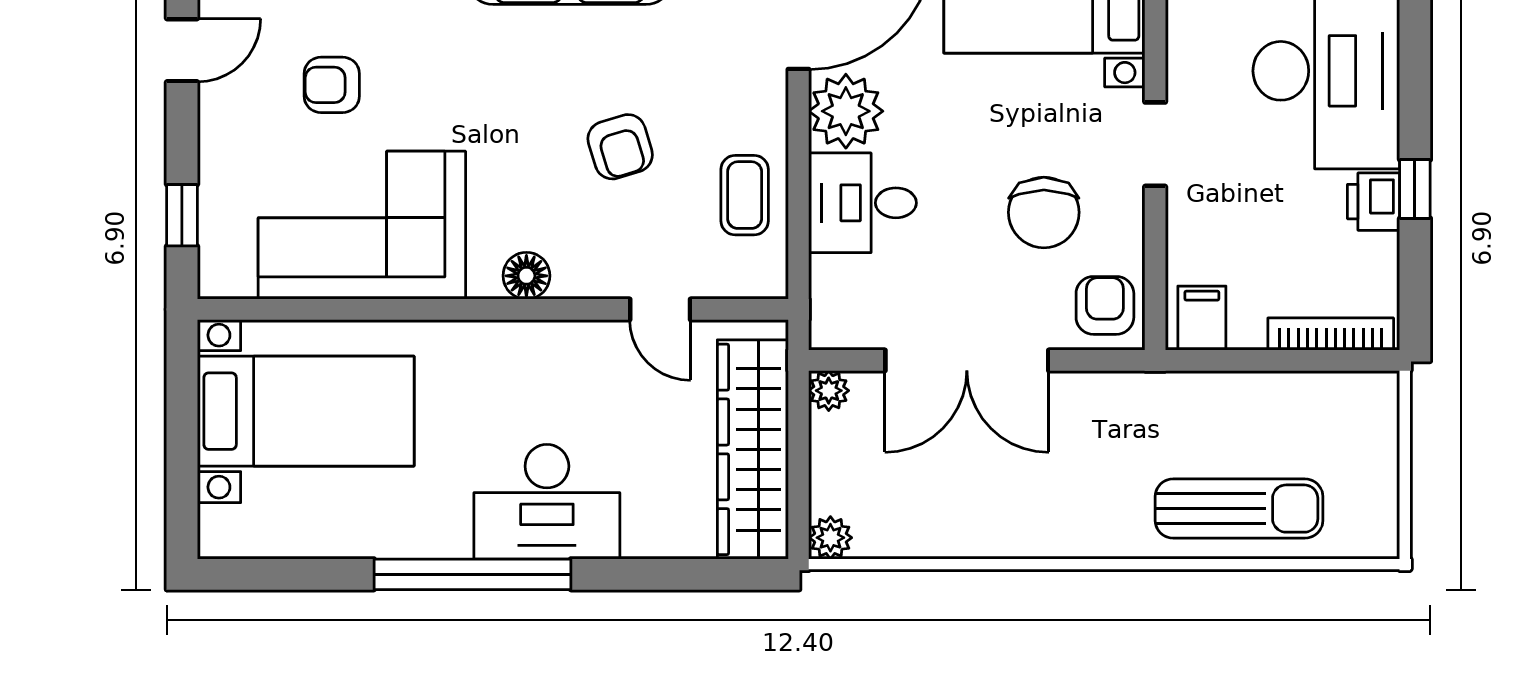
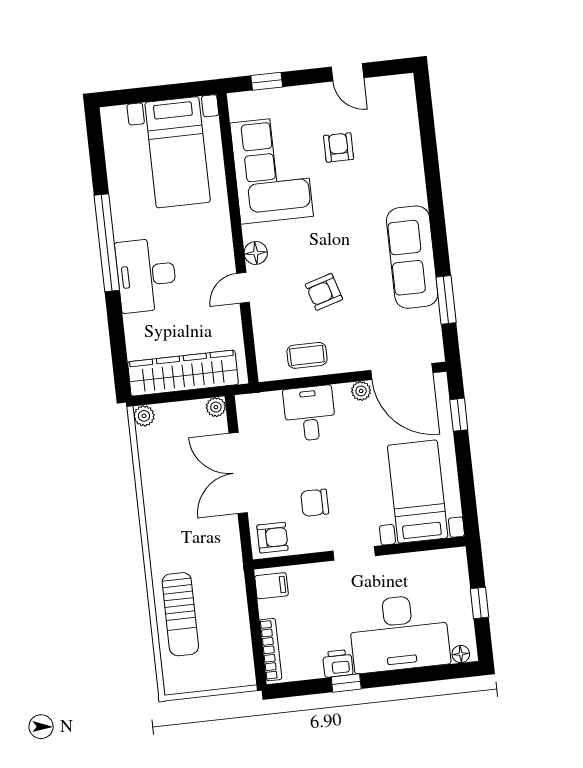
plant: (846, 111) -> (361, 391), width x0.53, depth x0.53
chair: (1044, 212) -> (315, 503), width x0.73, depth x0.73
door: (660, 309) -> (243, 288), moved

